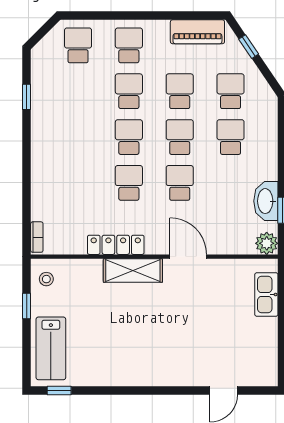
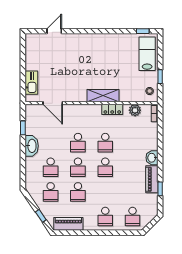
school desk: (129, 91) -> (105, 192), removed
piano: (42, 115) -> (152, 179), added
washbasin: (42, 155) -> (152, 158), added
washbasin: (266, 201) -> (32, 146), moved
plant: (267, 243) -> (135, 110), moved
locker: (116, 245) -> (112, 109), width x0.66
door: (188, 257) -> (53, 103), moved

